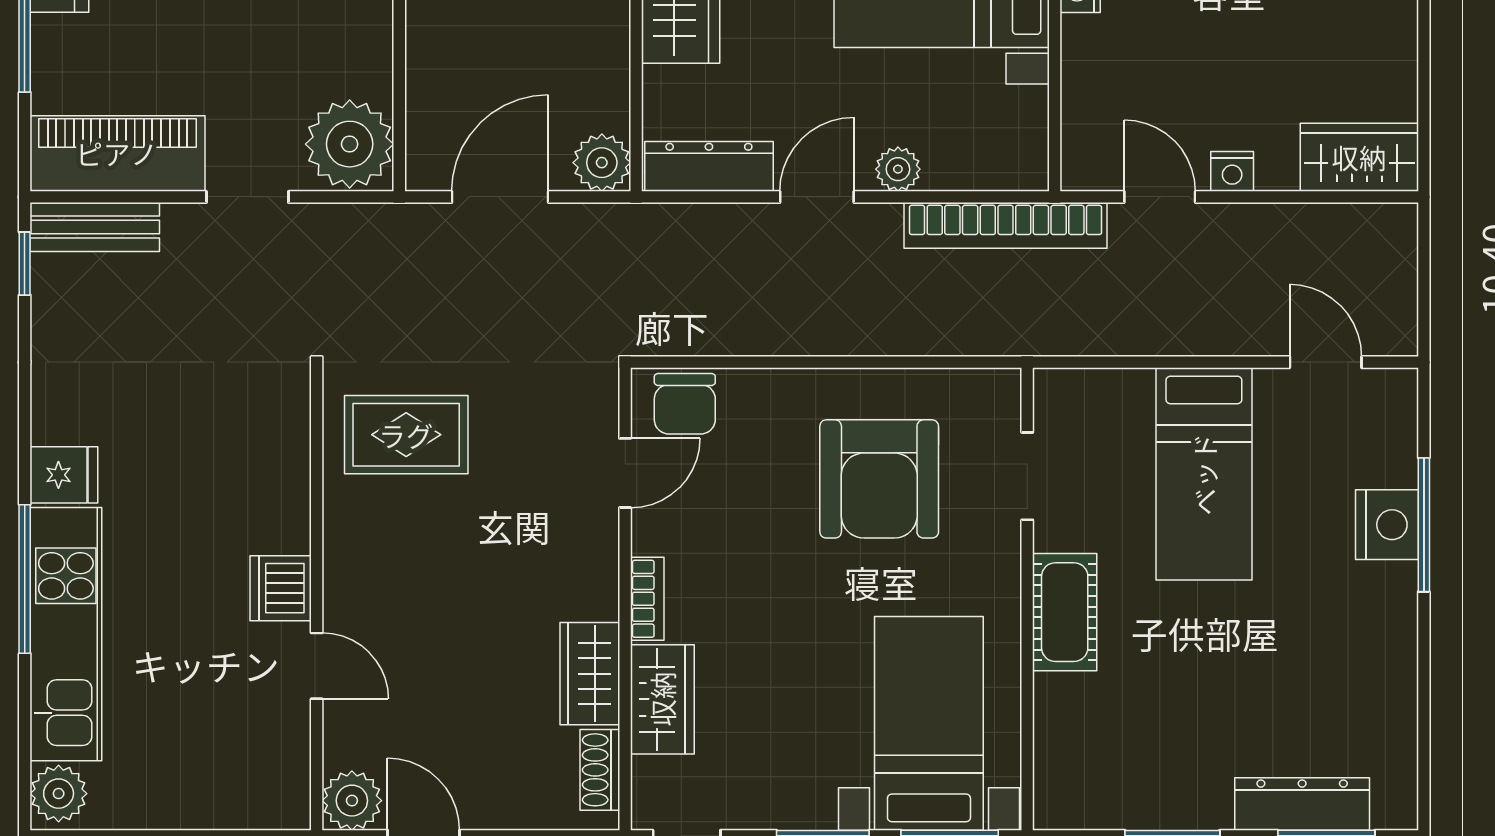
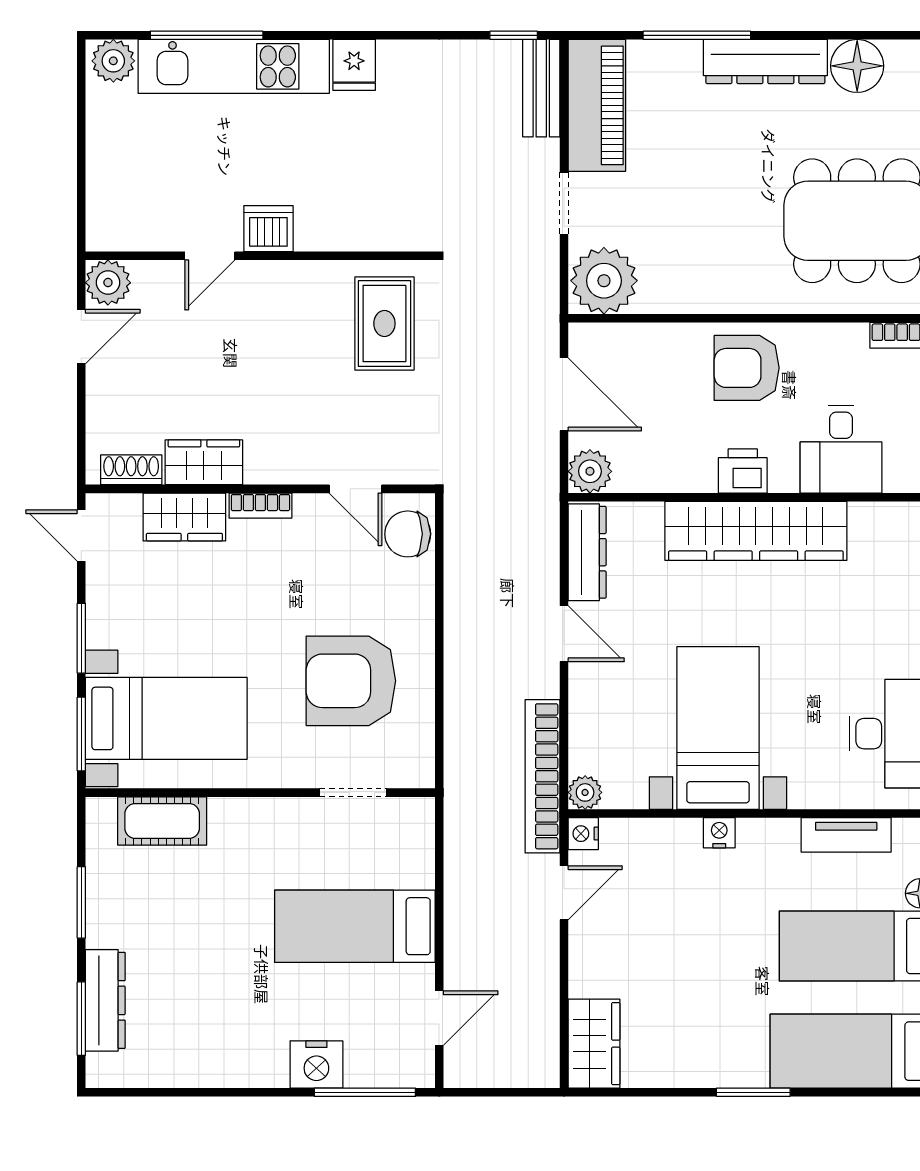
plant: (898, 169) -> (585, 792), moved
nightstand: (1232, 171) -> (583, 834), moved
window: (1424, 525) -> (365, 1092), moved
window: (25, 579) -> (207, 35), moved
cot: (1065, 612) -> (162, 821), moved

